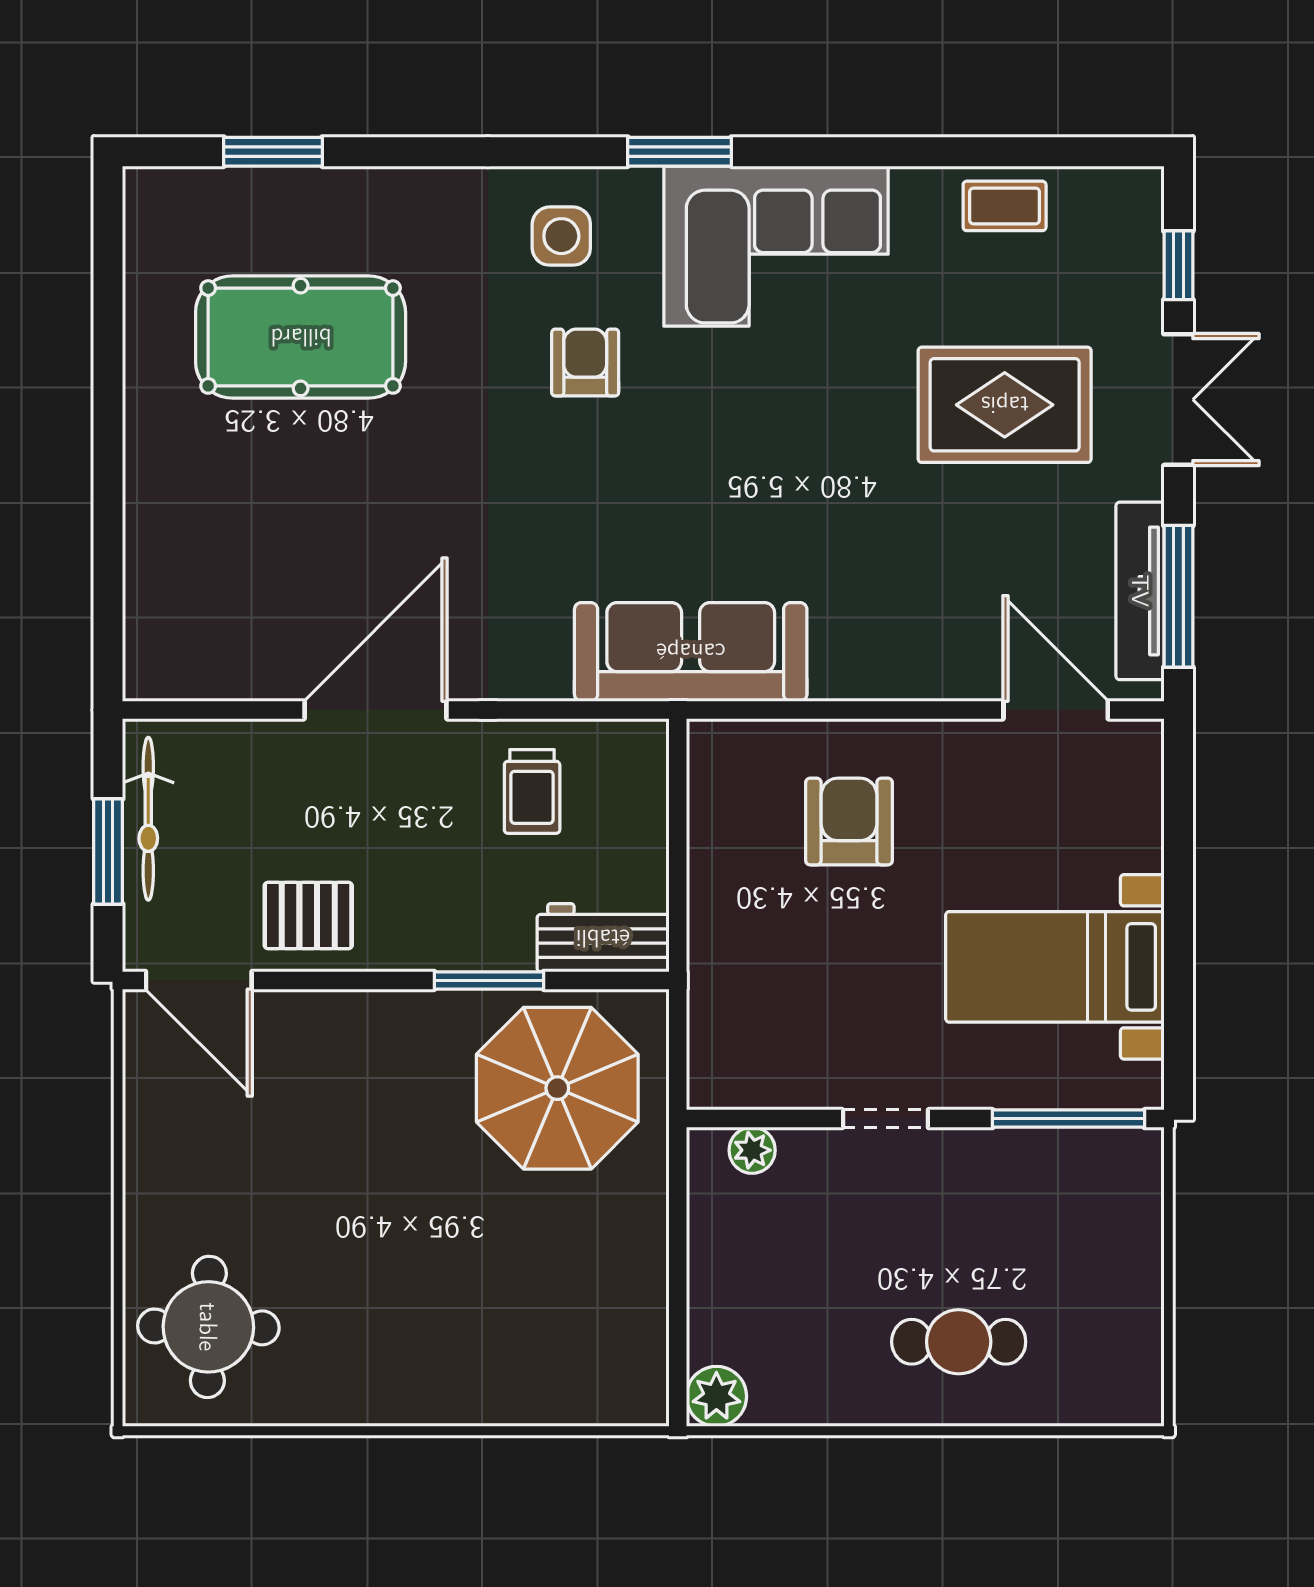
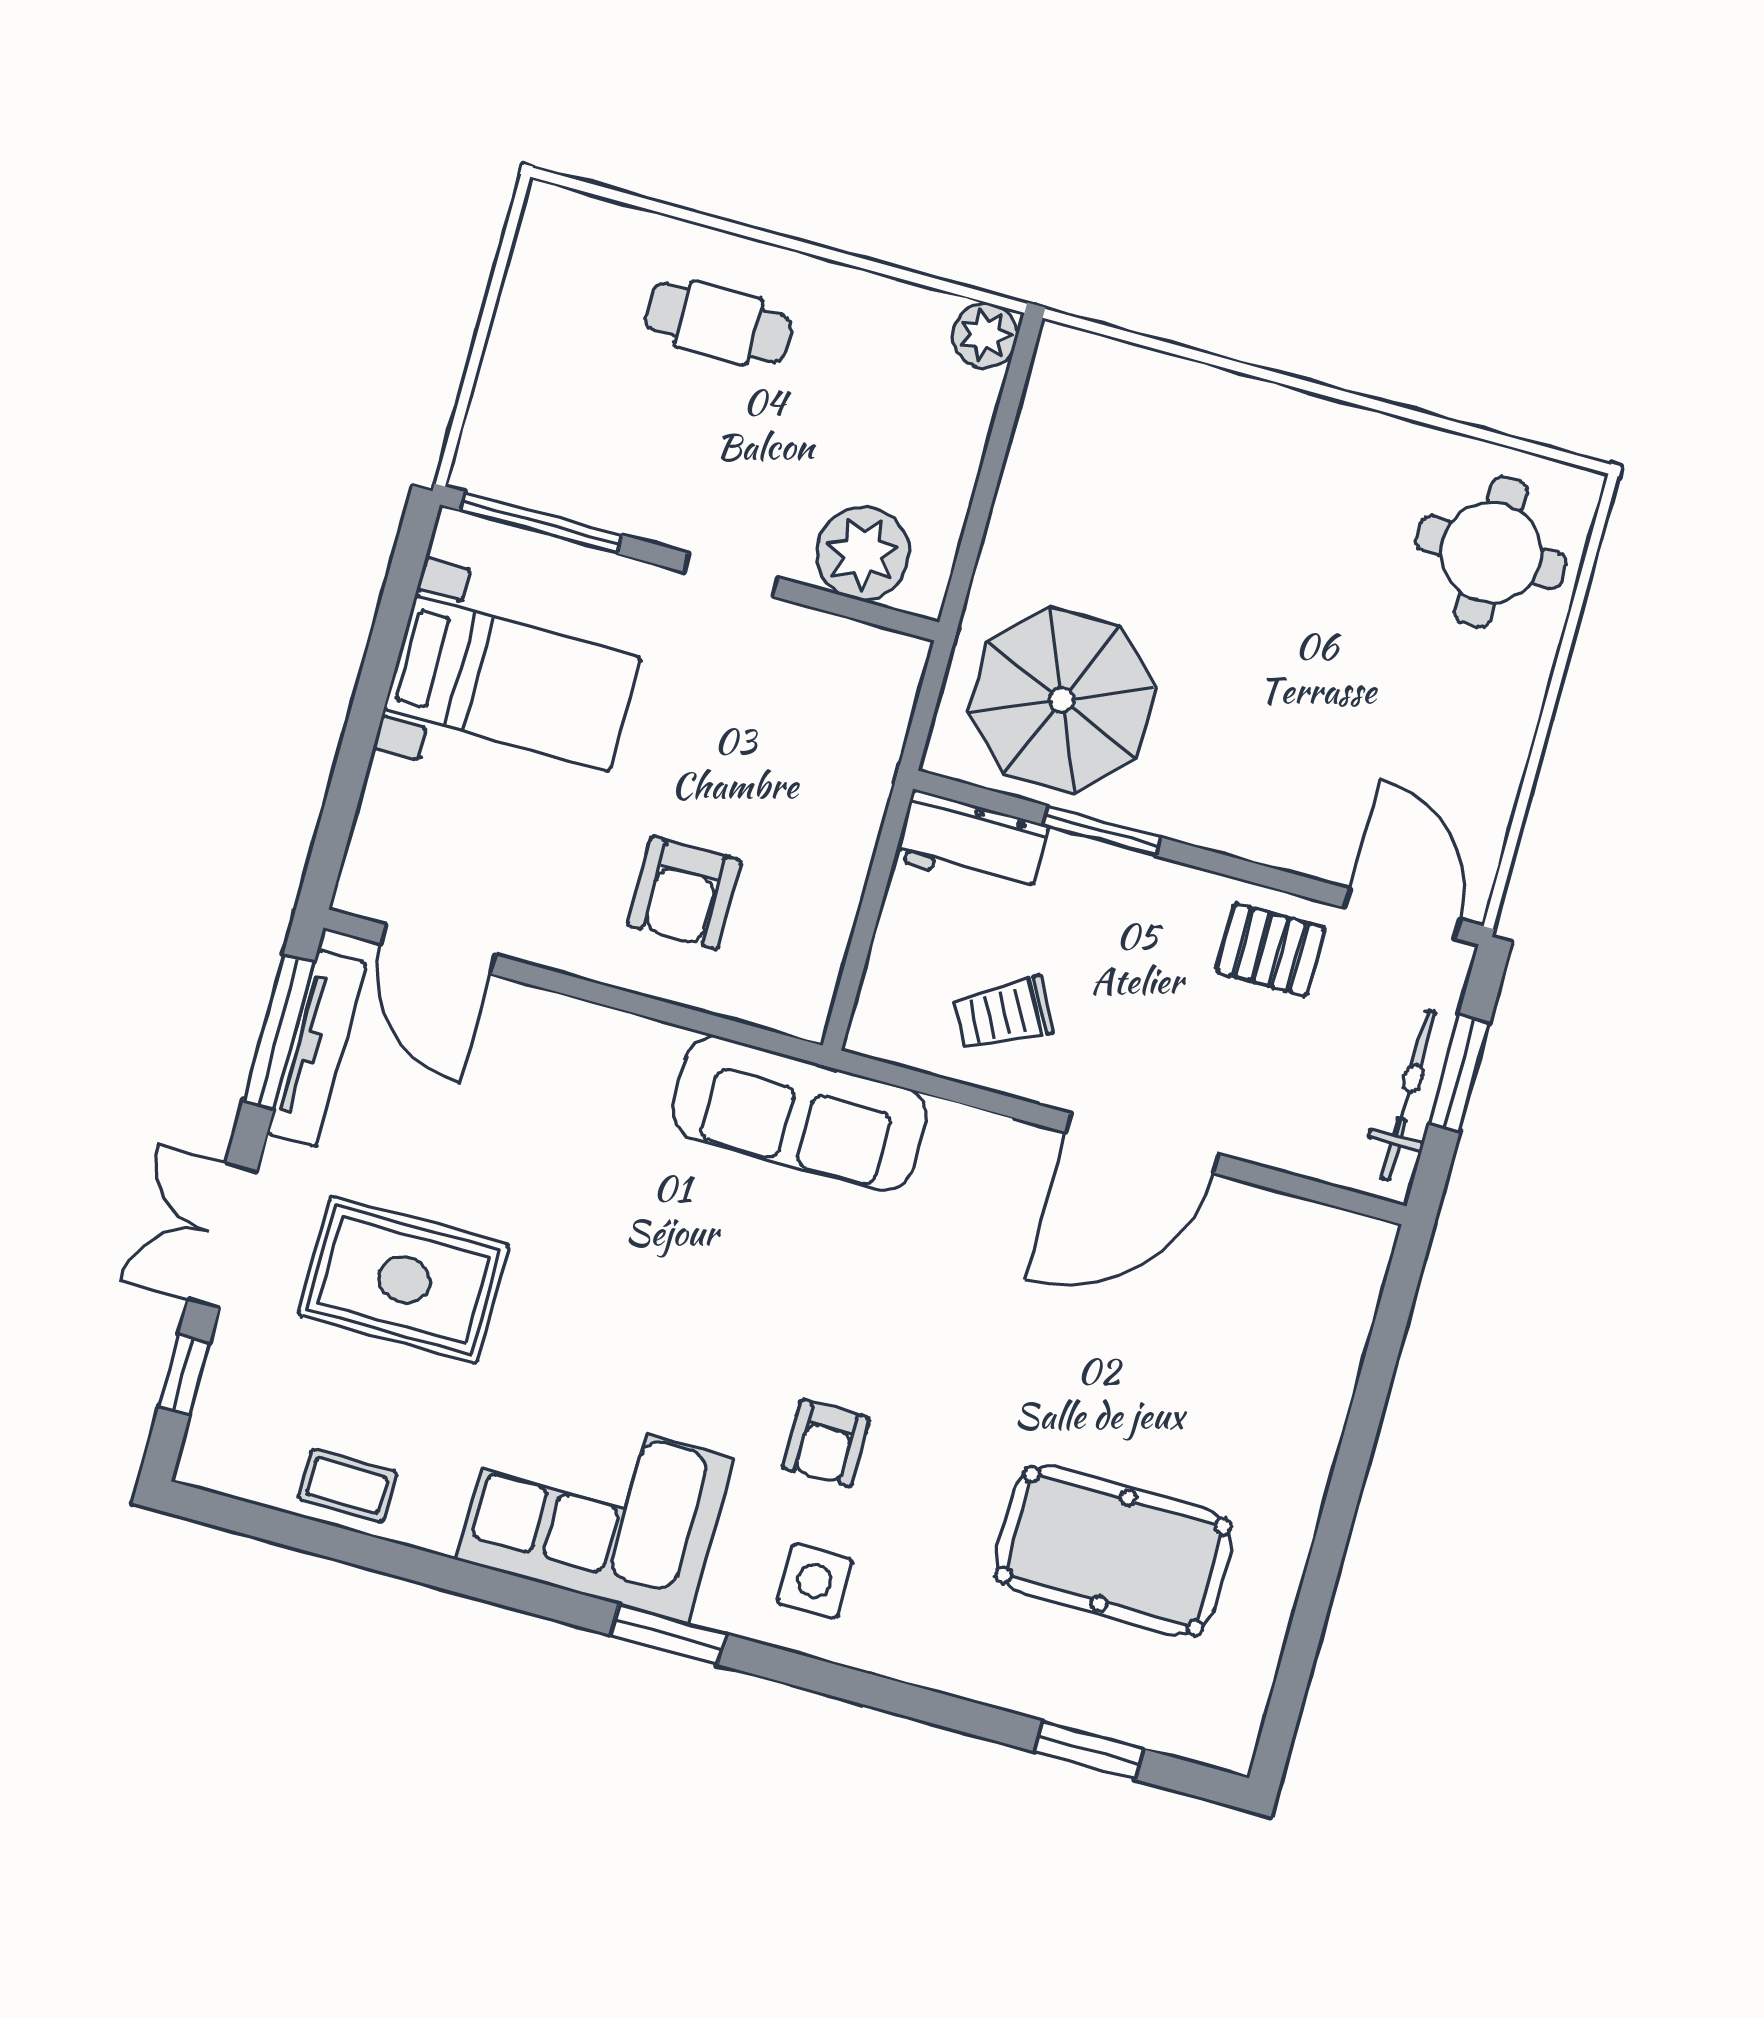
trolley: (532, 791) -> (1003, 1014), turned -119
plant: (752, 1150) -> (863, 553), width x1.88, depth x1.88

